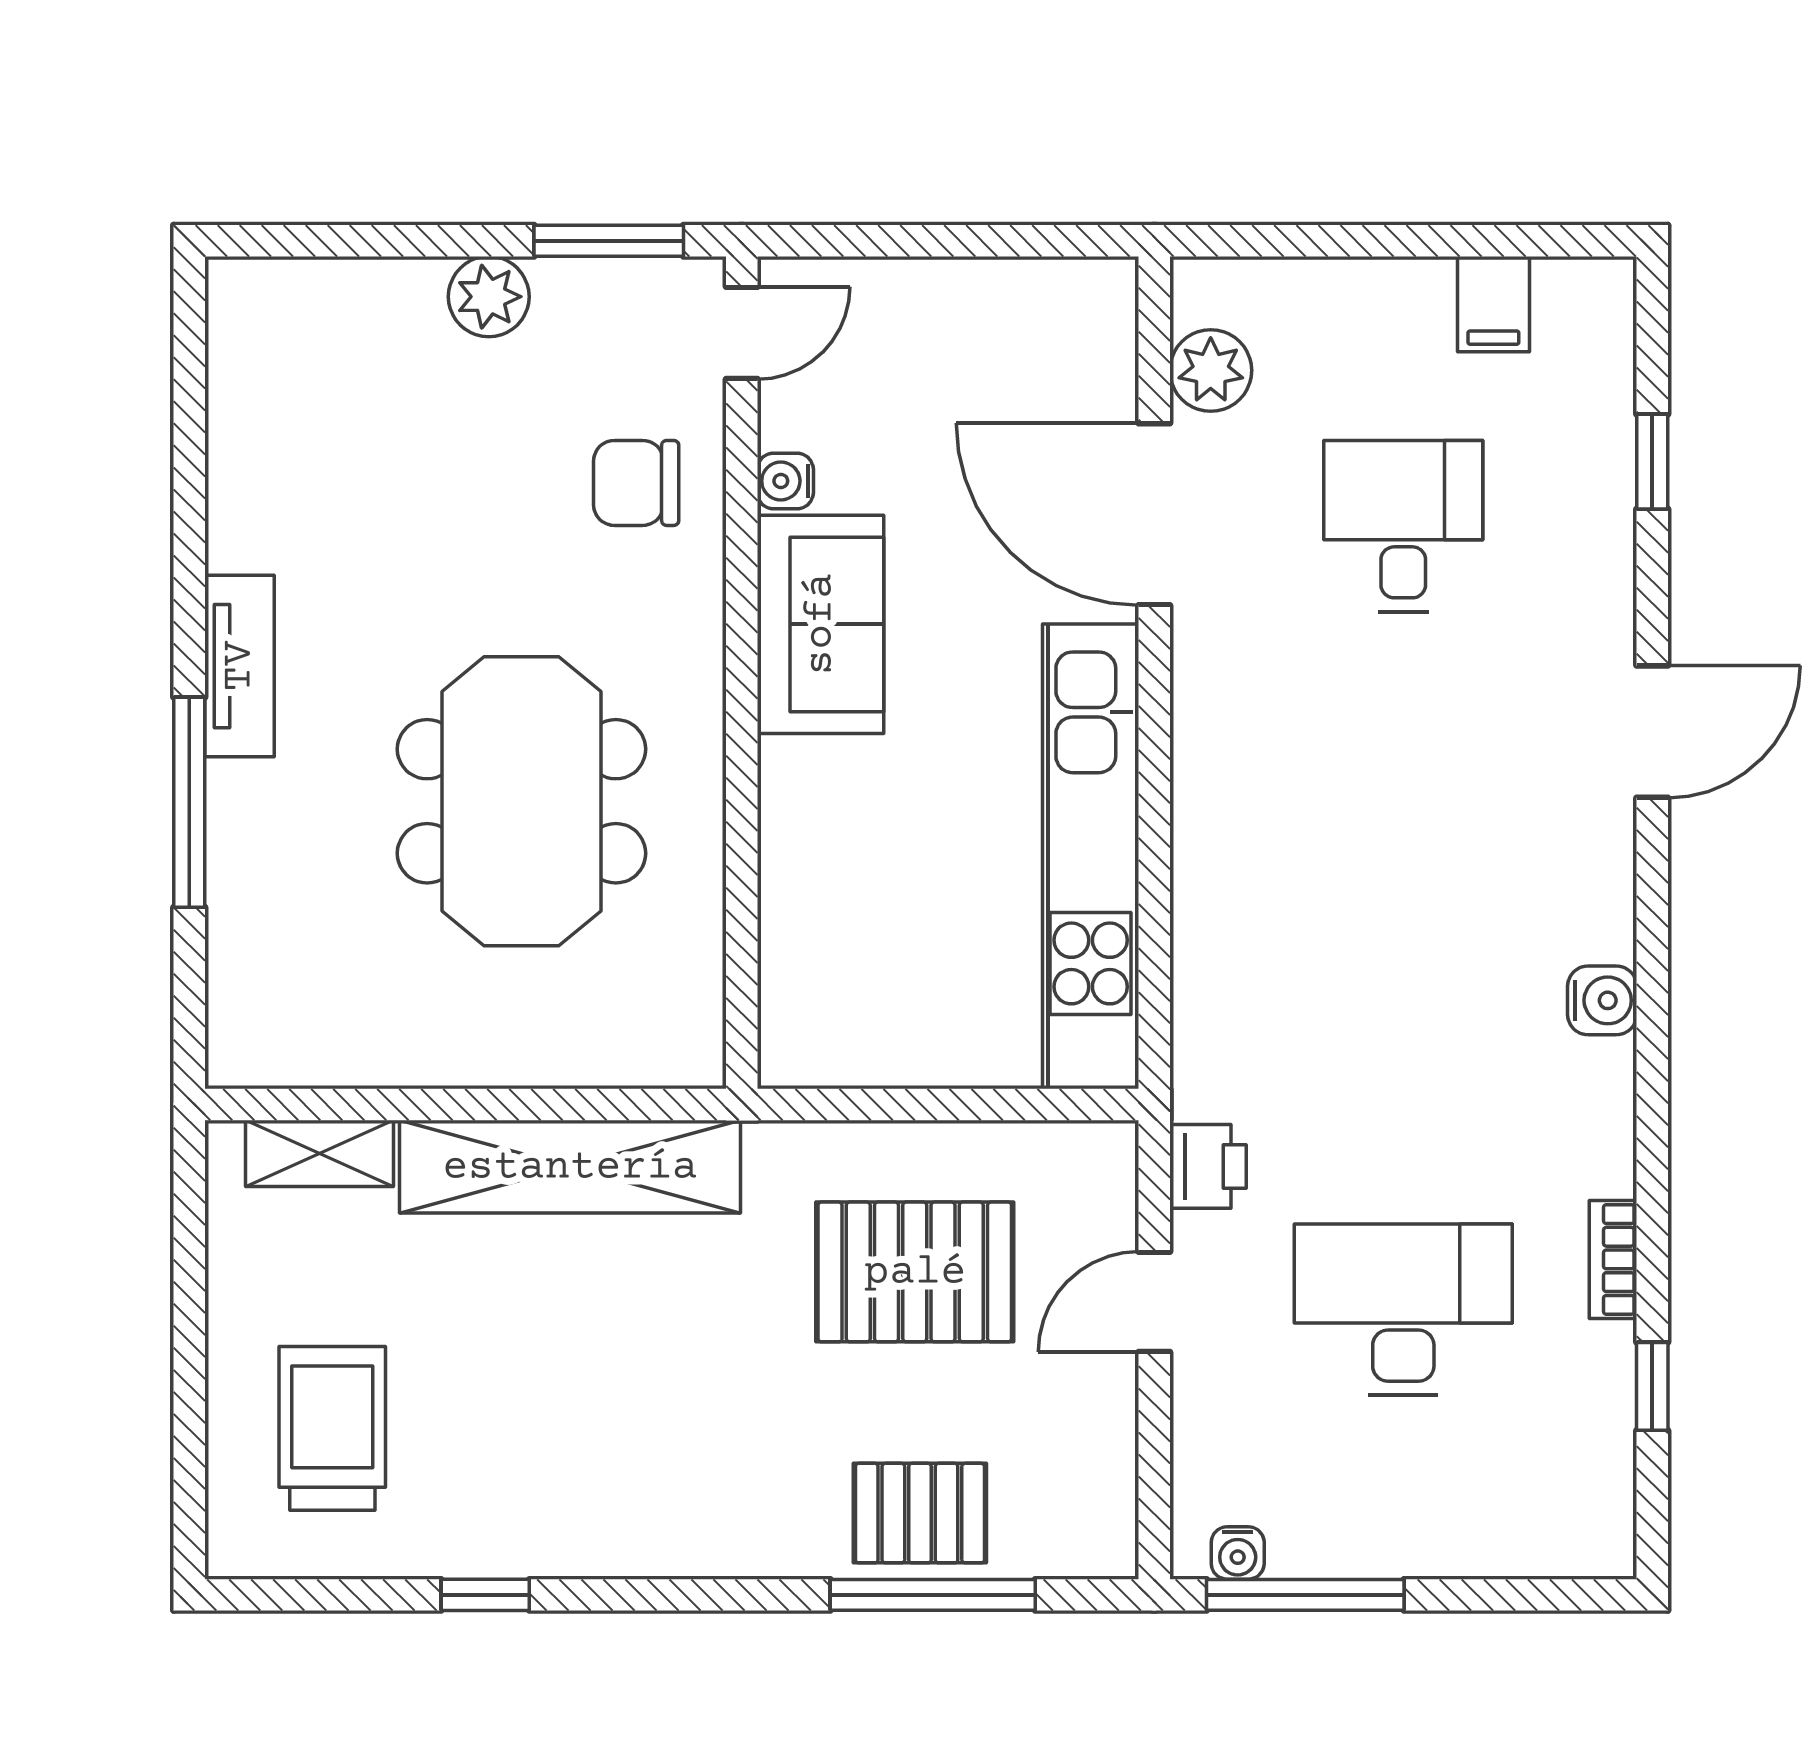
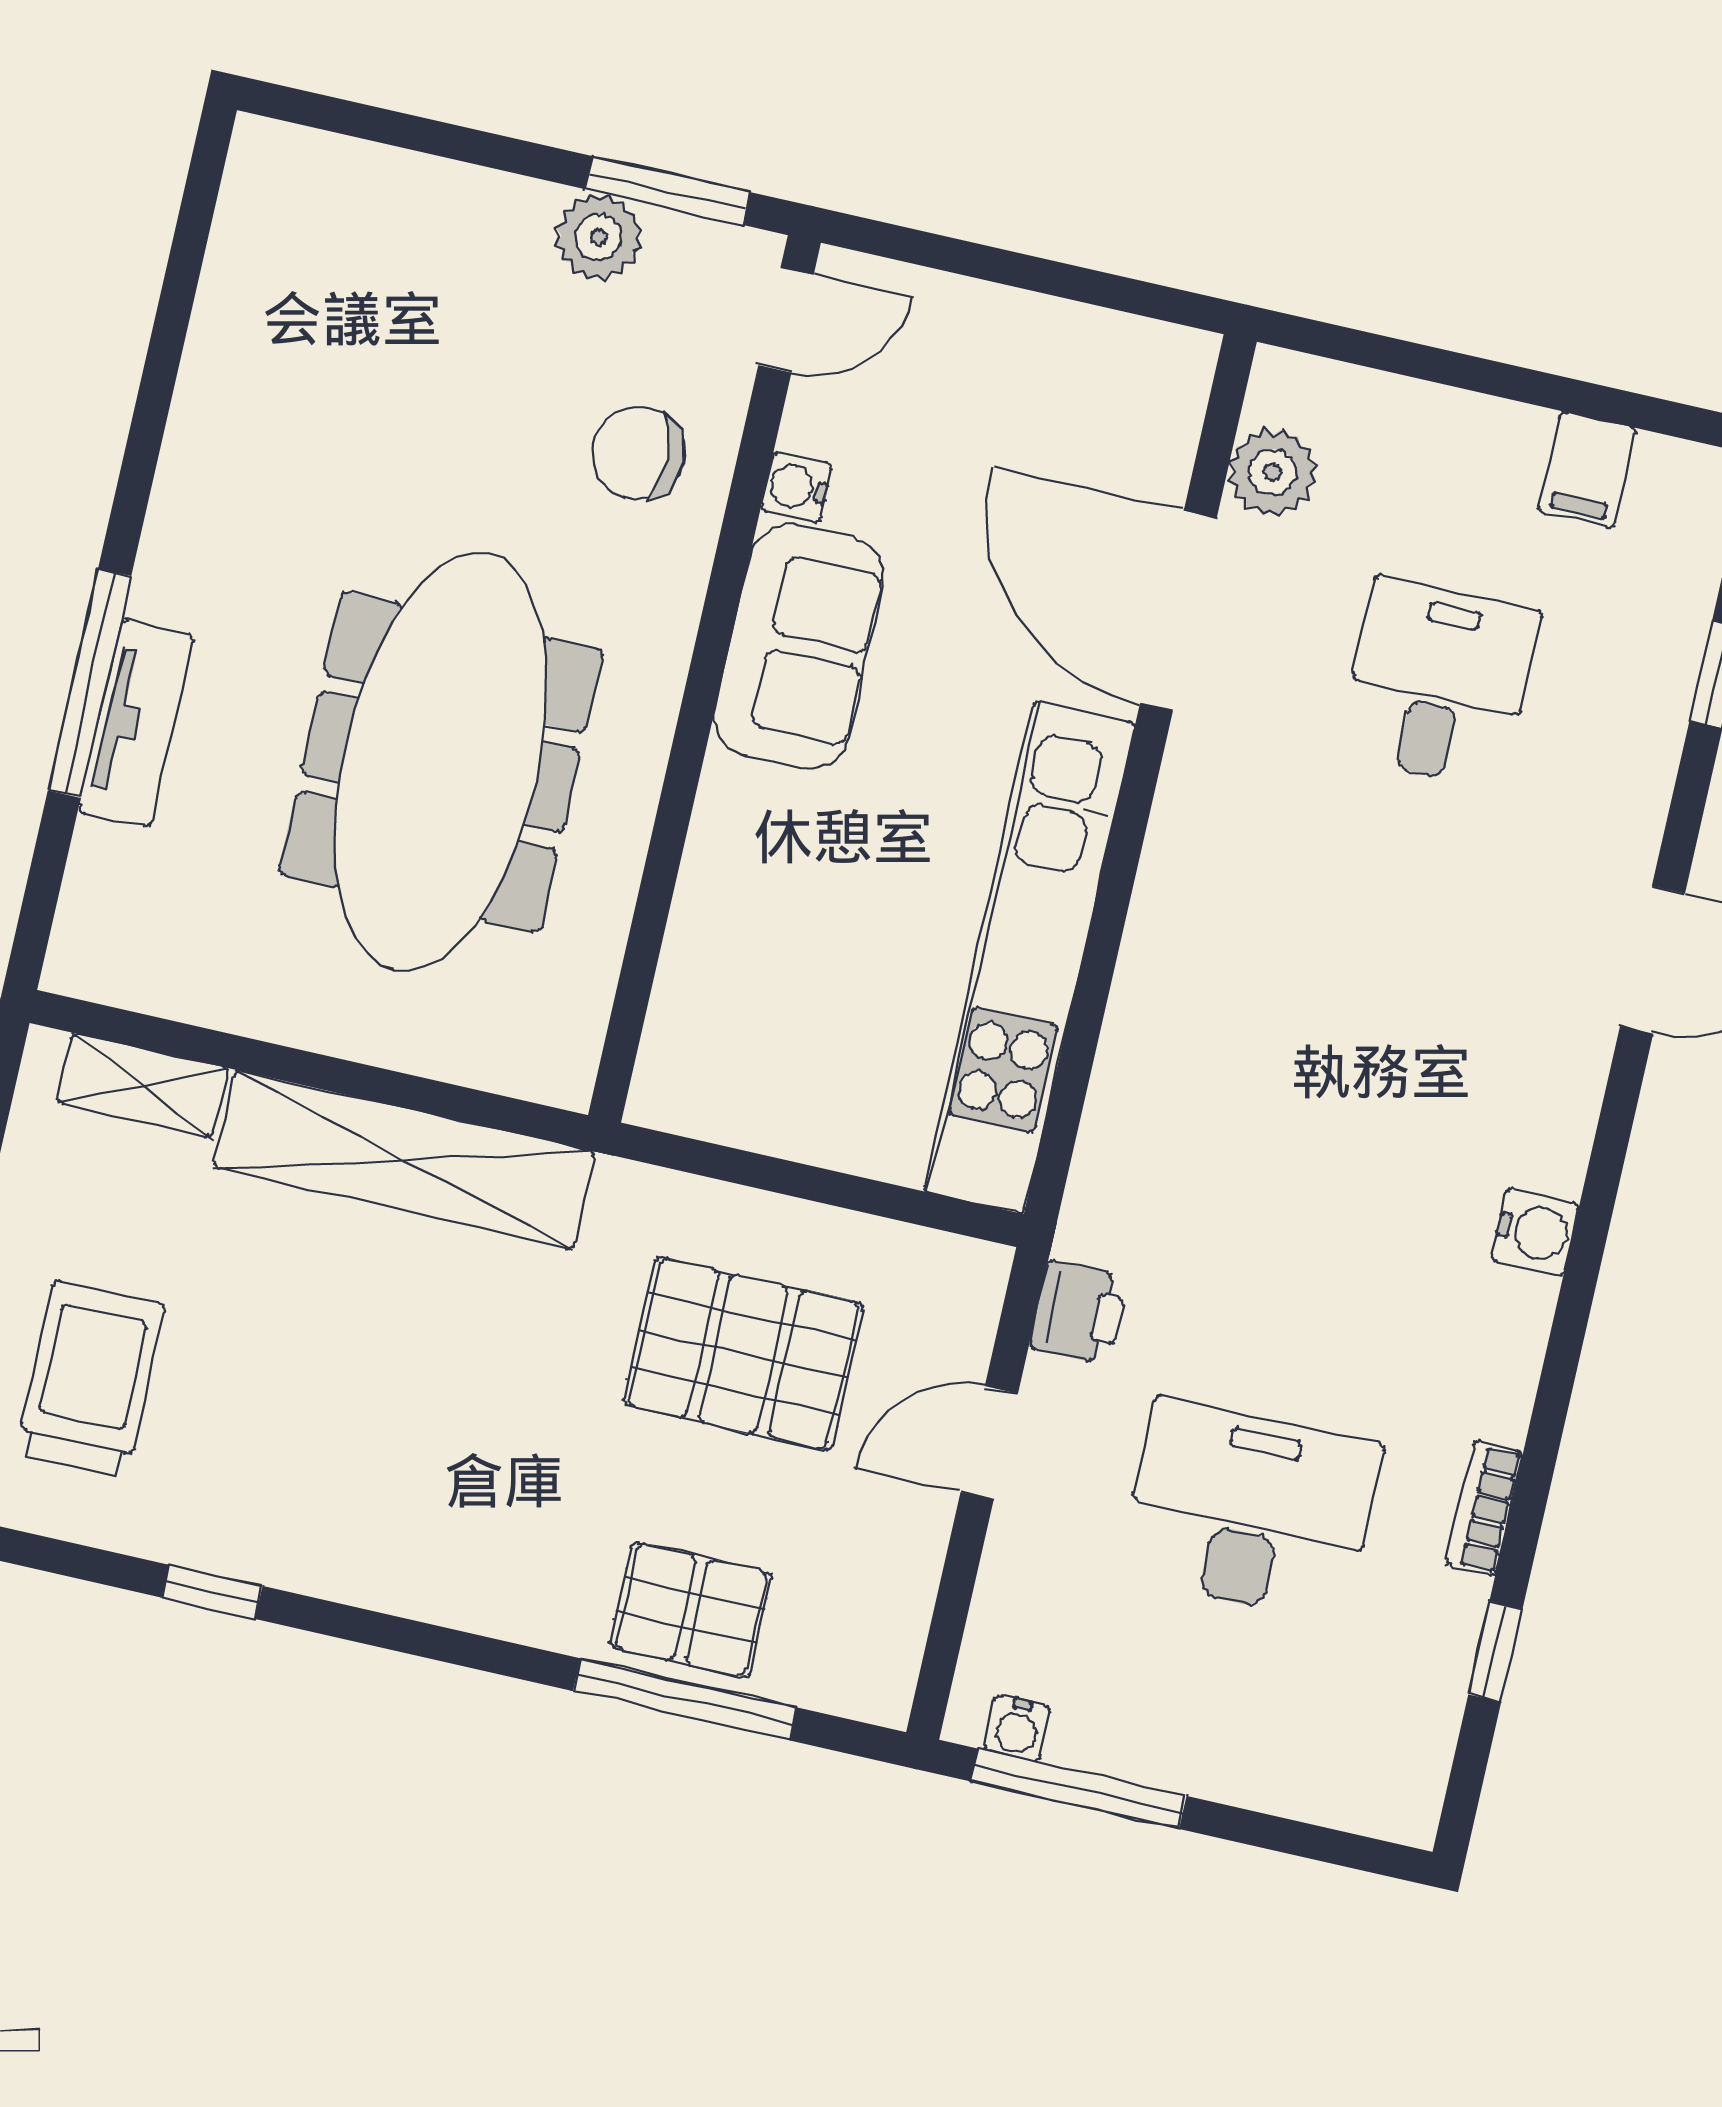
plant: (489, 297) -> (599, 237), moved
tv unit: (239, 666) -> (136, 724), moved
meeting table: (521, 801) -> (441, 762), width x1.36

